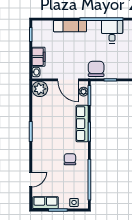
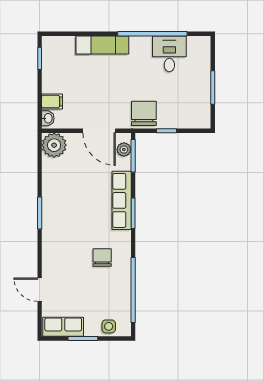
filing cabinet: (38, 57) -> (52, 102), width x0.50
door: (31, 179) -> (40, 290), swing flipped

